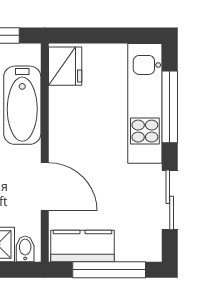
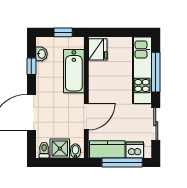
door: (45, 187) -> (86, 116), hinge flipped
dishwasher: (132, 247) -> (135, 150), added

